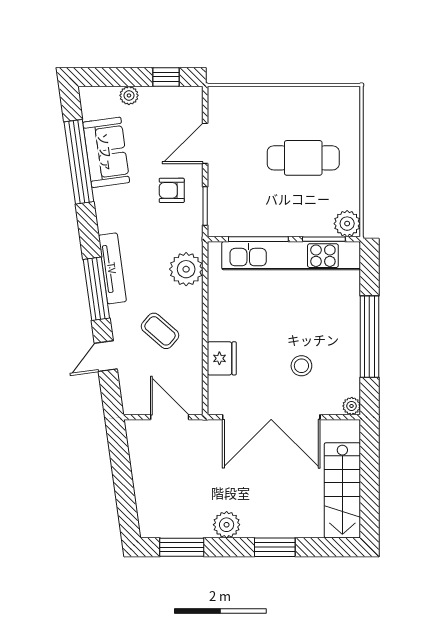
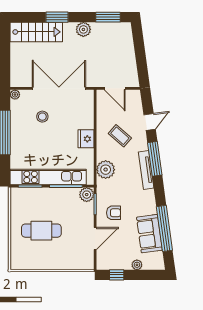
plant: (347, 224) -> (87, 195), moved
fridge: (222, 358) -> (86, 139), moved
stairs: (342, 490) -> (36, 32), moved, turned 90

